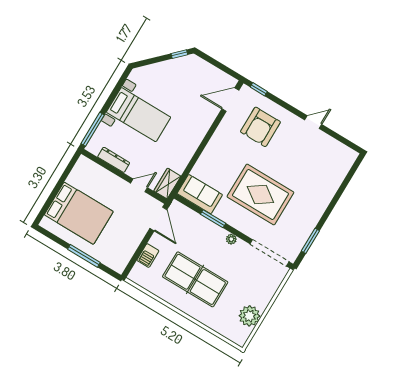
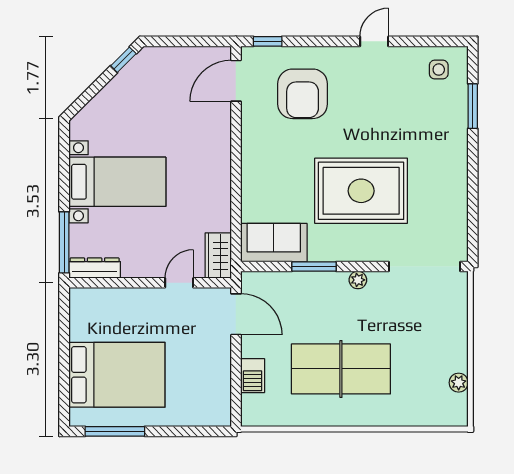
side table: (338, 156) -> (439, 70), added
dresser: (114, 160) -> (95, 268), moved
window: (310, 241) -> (473, 106), moved
window: (84, 256) -> (115, 431), moved
plant: (249, 316) -> (459, 383), width x0.53, depth x0.53

